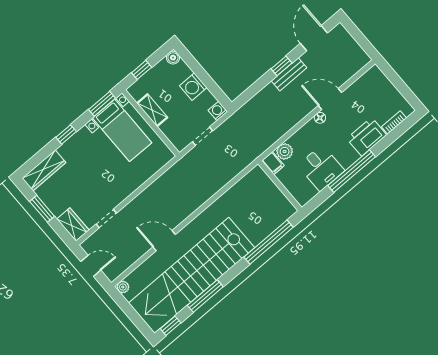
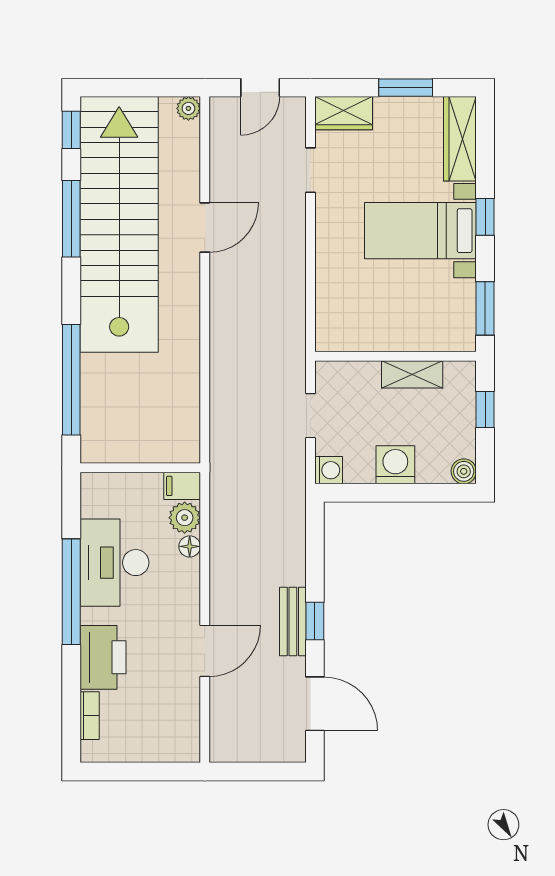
floor lamp: (320, 118) -> (190, 546), moved
bed with nightstands: (122, 130) -> (420, 231), moved
desk: (321, 168) -> (114, 563), width x1.37

